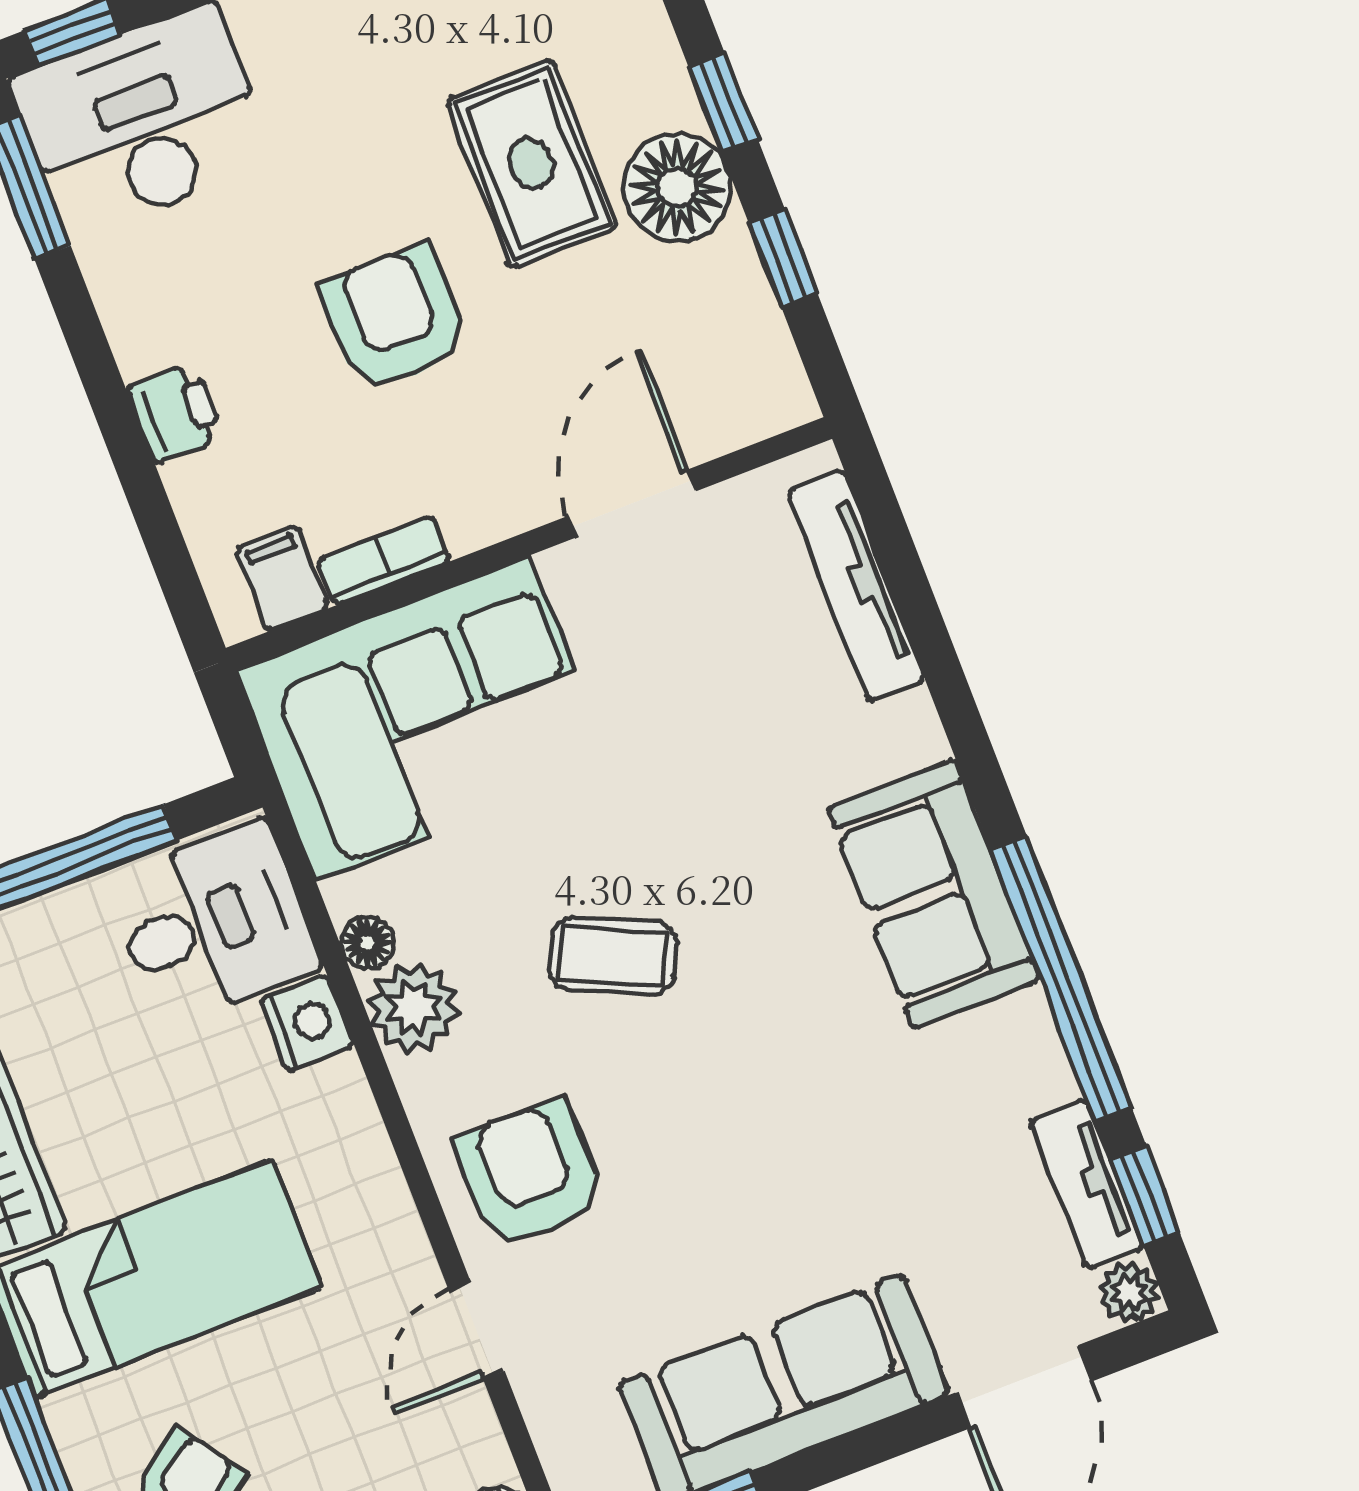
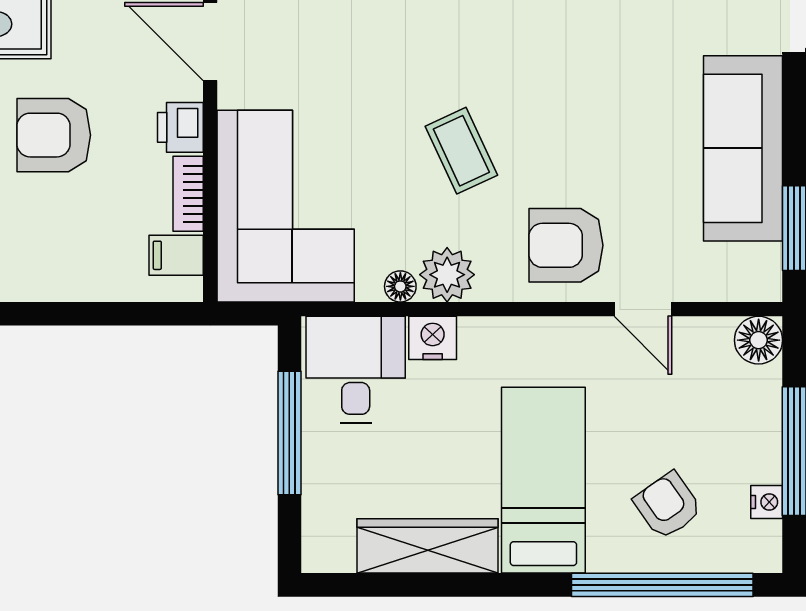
printer: (175, 413) -> (180, 127), moved, turned -90
coffee table: (613, 956) -> (461, 151), turned -50

